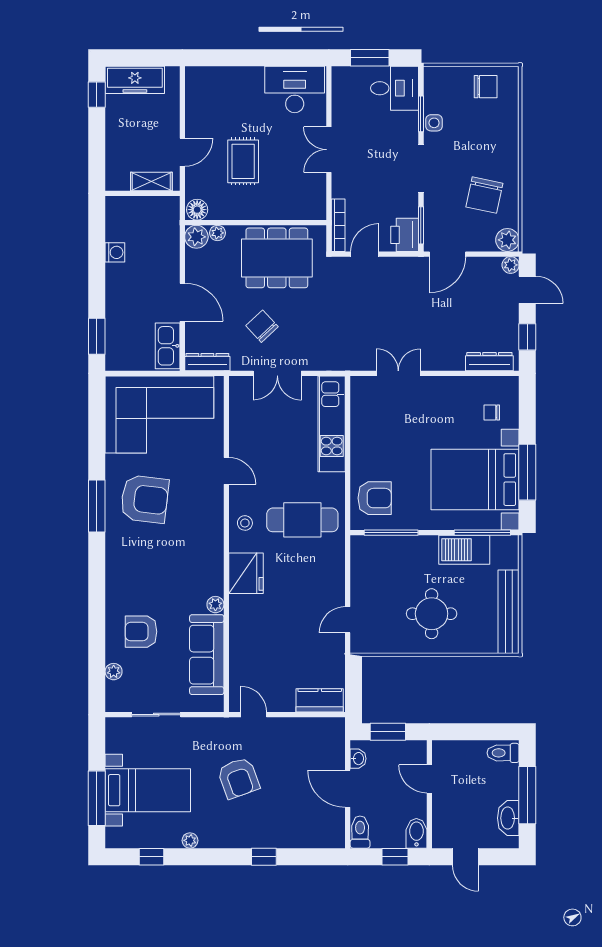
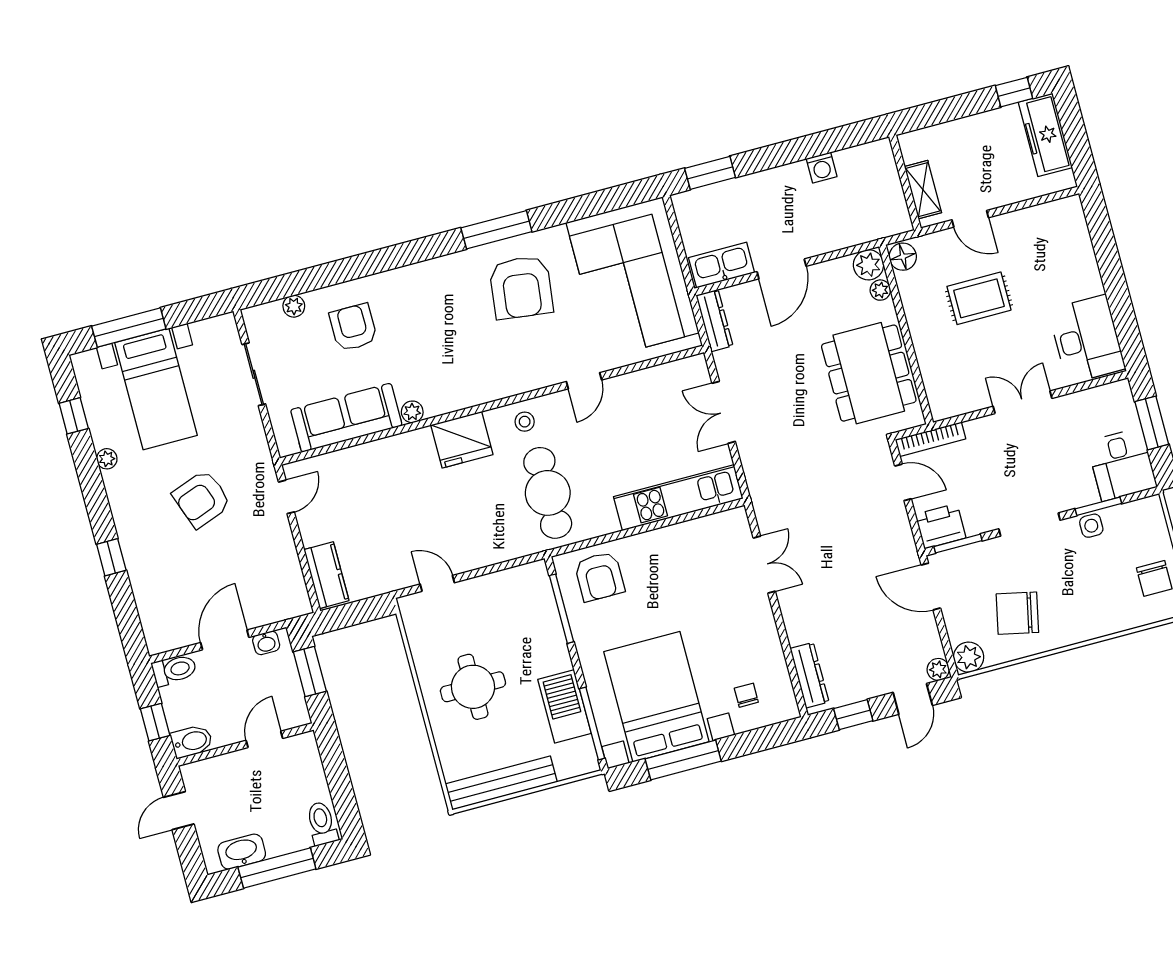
chair: (262, 326) -> (778, 377), removed

